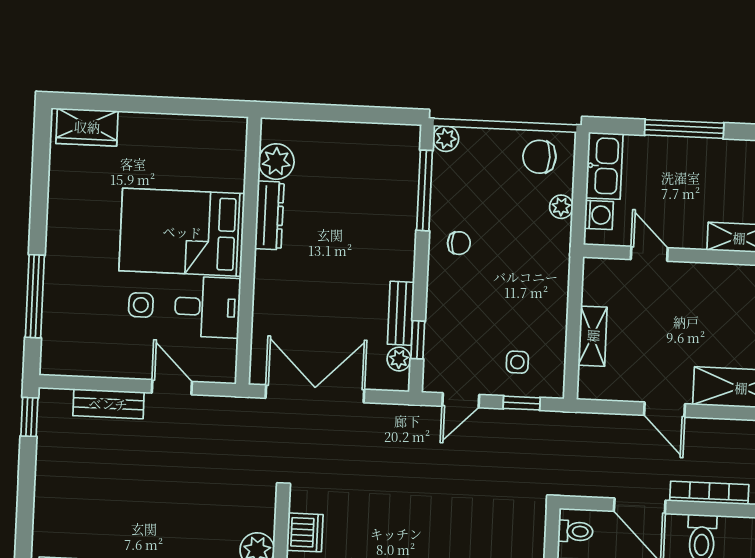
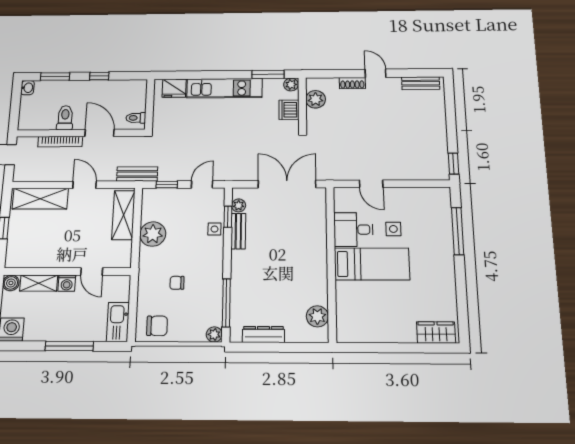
plant: (561, 207) -> (153, 234), moved, width x1.88, depth x1.88
dresser: (269, 215) -> (263, 334), moved, turned 90
washing machine: (599, 215) -> (67, 283), moved, turned -90
bed: (182, 232) -> (372, 264), width x0.67
chair: (459, 243) -> (177, 283), moved
shelving: (593, 336) -> (123, 215), width x1.50, depth x1.33
side table: (517, 362) -> (214, 229), moved
double door: (315, 394) -> (287, 184), swing flipped
bench: (108, 404) -> (137, 174), moved

